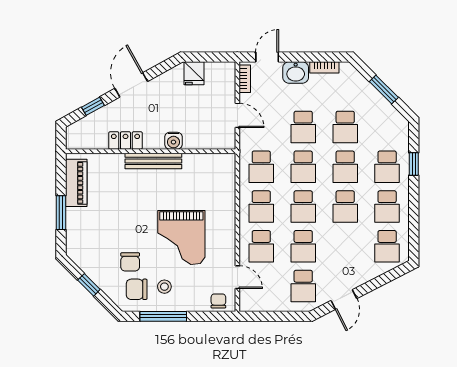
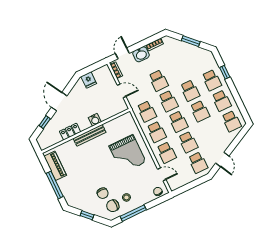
school desk: (345, 127) -> (180, 70), removed
window: (61, 213) -> (55, 185), width x1.44
grand piano: (181, 238) -> (127, 154), moved

